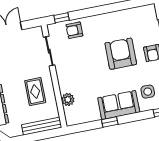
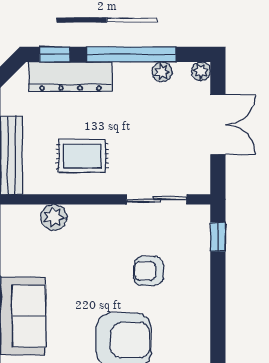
armchair: (74, 30) -> (148, 271), moved, turned -90

